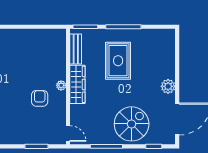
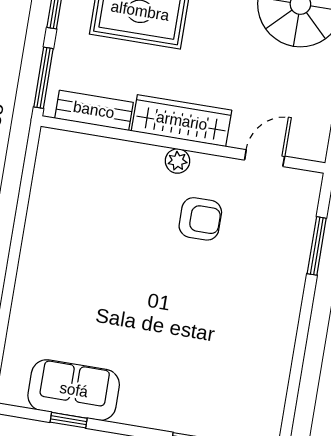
armchair: (40, 98) -> (200, 219), turned 180
door: (68, 134) -> (265, 158), moved

